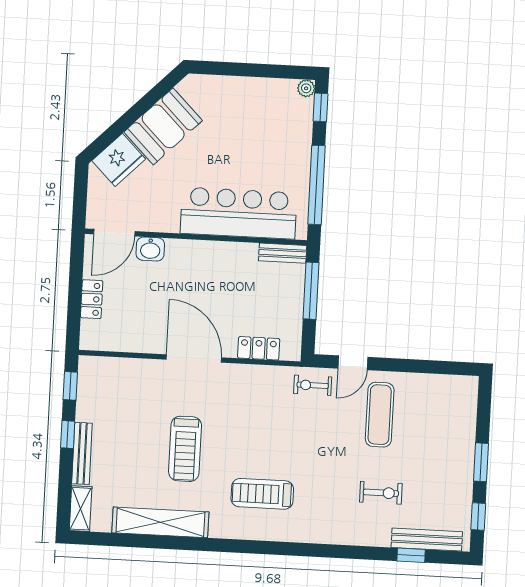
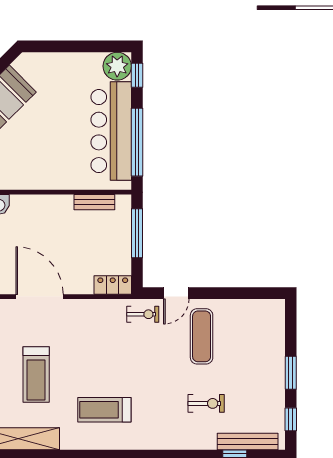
plant: (306, 88) -> (117, 66), width x1.87, depth x1.87
bar counter: (239, 213) -> (111, 131), moved, turned -90
bench: (283, 253) -> (94, 202), moved
locker: (259, 348) -> (113, 285), moved
exercise bike: (313, 385) -> (143, 314), turned 180

